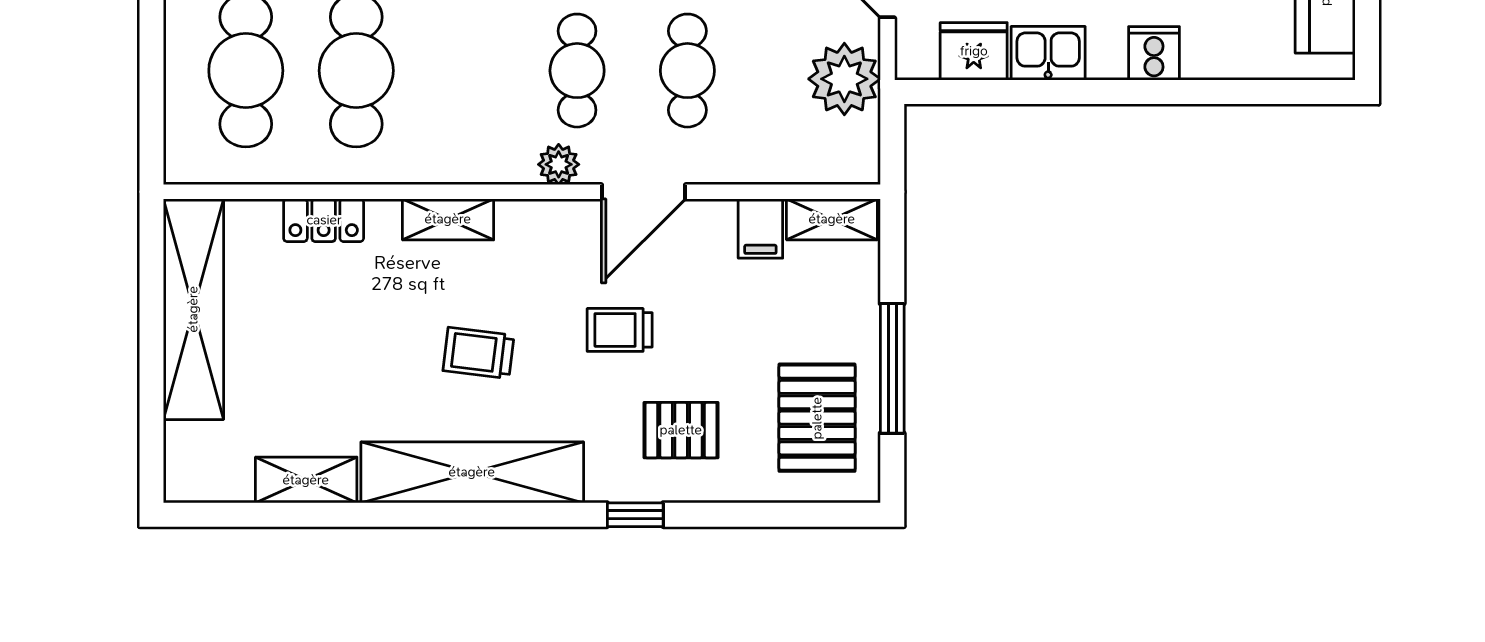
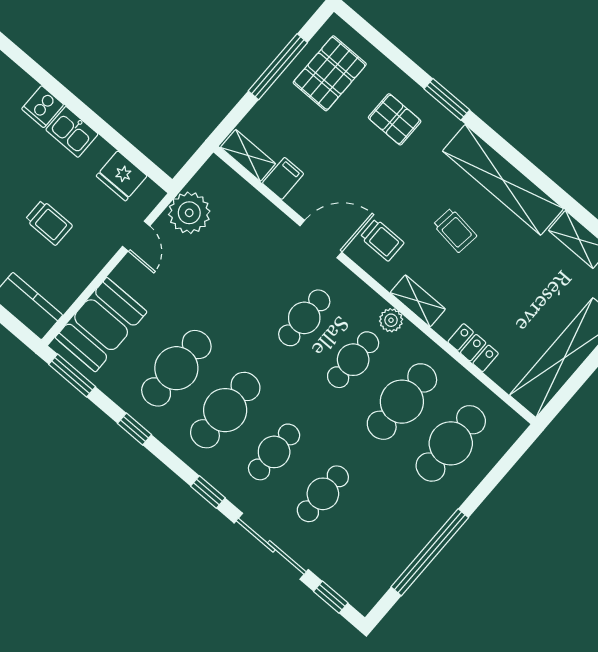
kitchen sink: (1048, 53) -> (72, 132), moved
cafe table: (687, 71) -> (353, 360), moved
plant: (559, 164) -> (391, 320), moved
trolley: (620, 330) -> (382, 240), moved
window: (635, 515) -> (447, 99), width x1.50

